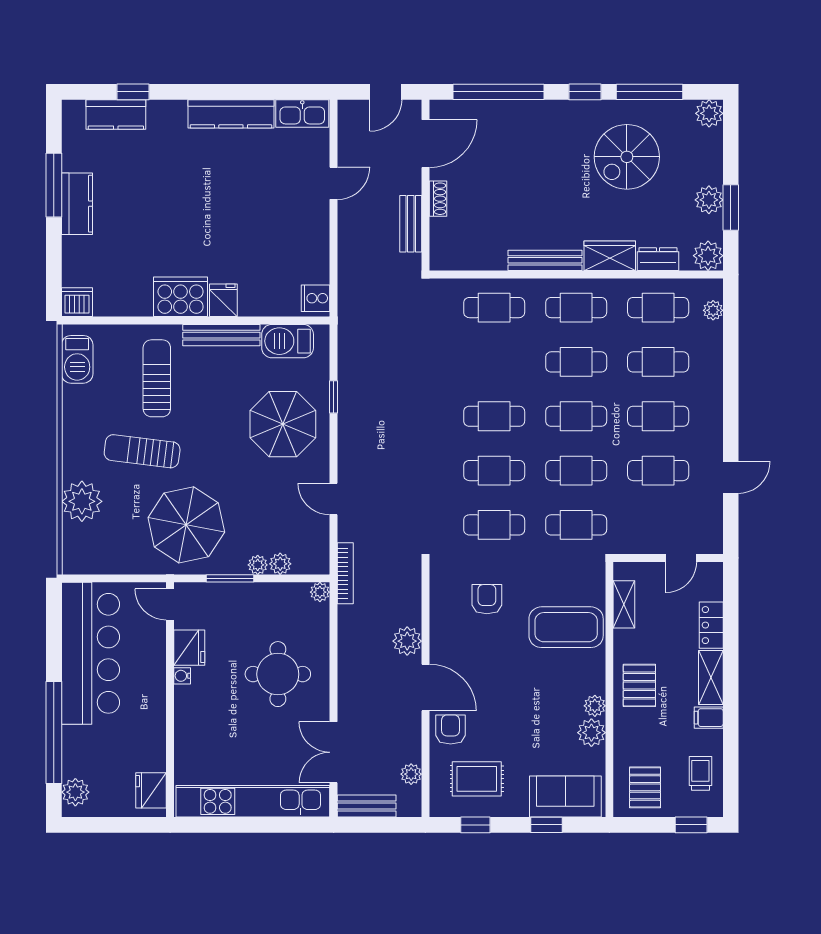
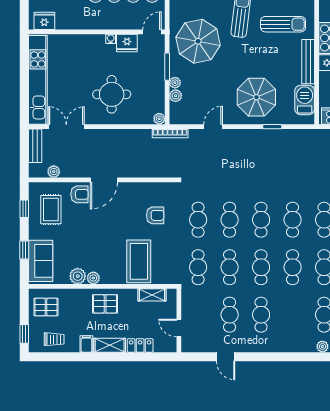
cafe table: (658, 362) -> (293, 220), moved
plant: (407, 641) -> (131, 169), removed

